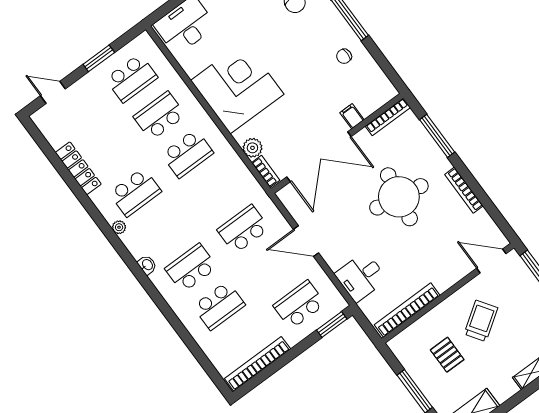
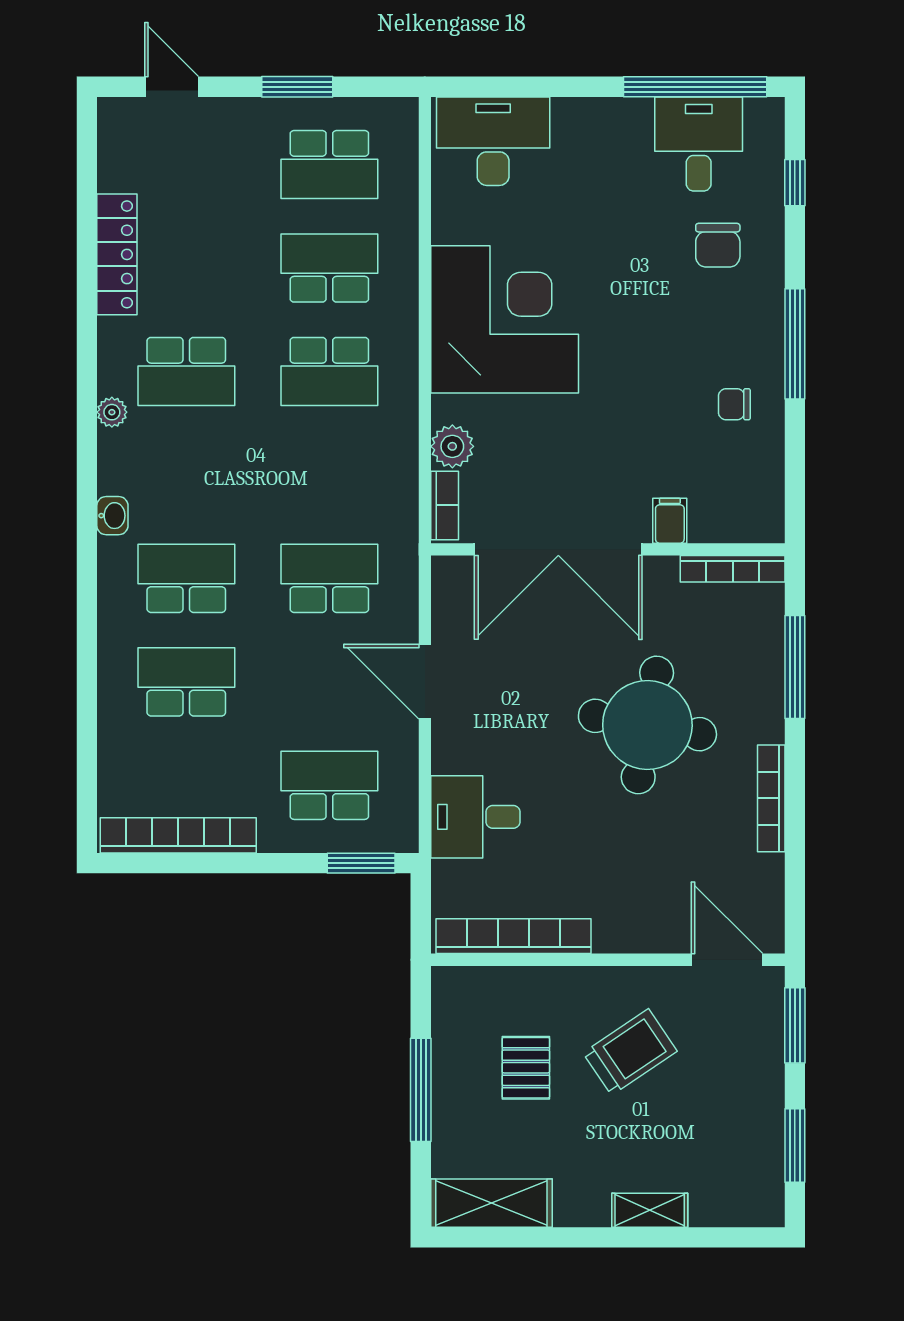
school desk: (219, 306) -> (186, 682), turned 180

